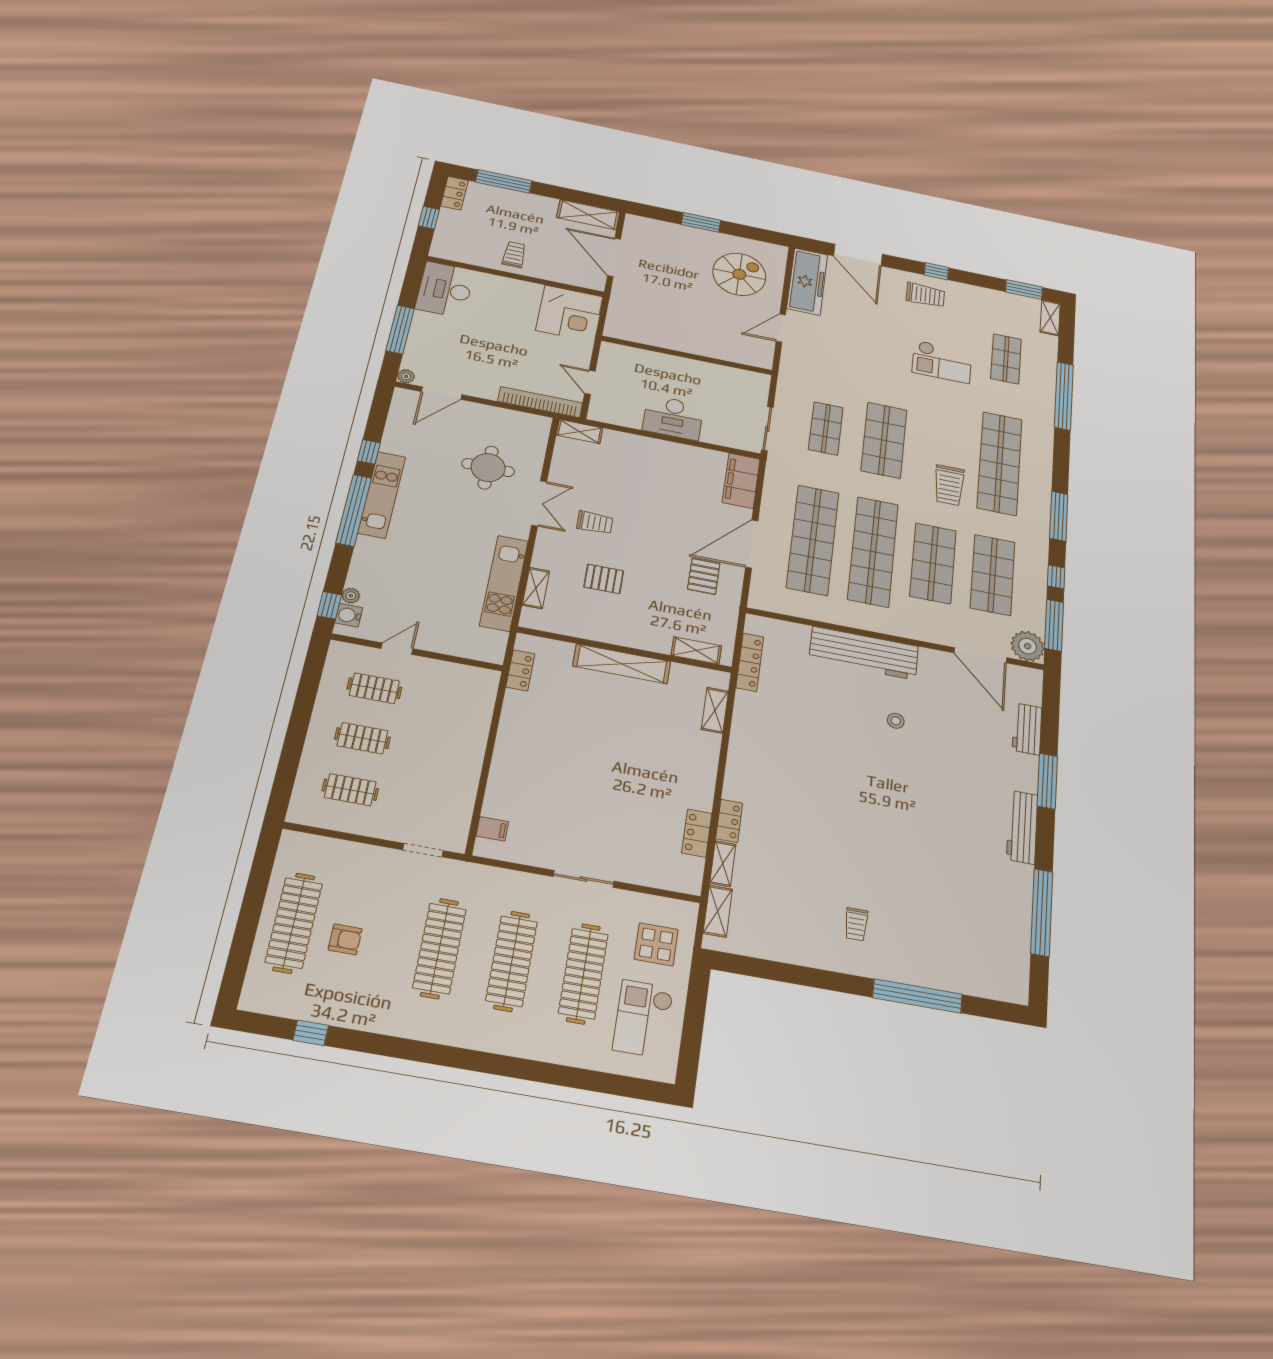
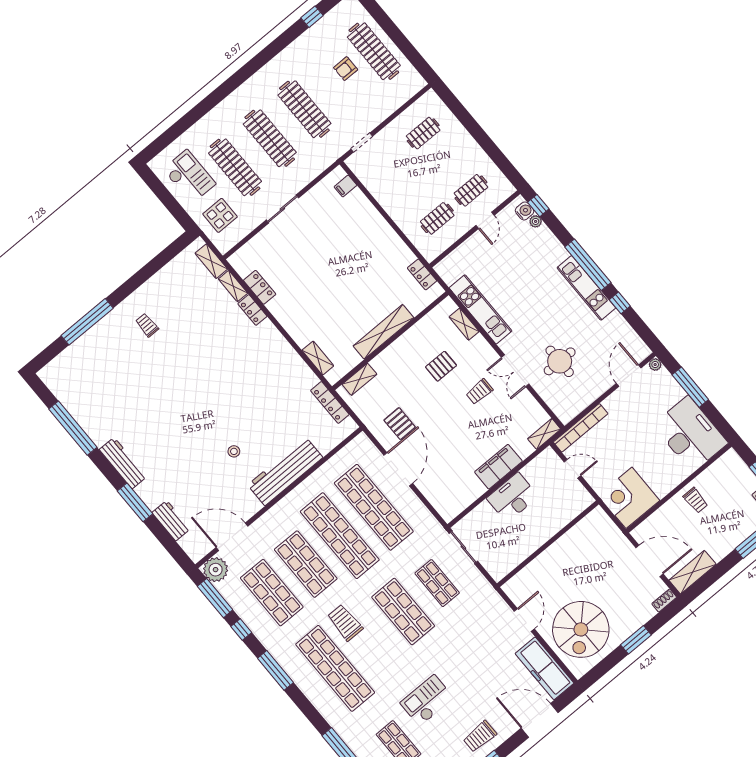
shoe rack: (640, 222) -> (664, 601), added
spiral stairs: (739, 274) -> (581, 629), width x1.37, depth x1.37
desk: (445, 290) -> (690, 434), width x1.36, depth x1.30
filing cabinet: (741, 481) -> (498, 467), moved, turned -90
clothes rail: (362, 738) -> (437, 218), moved

